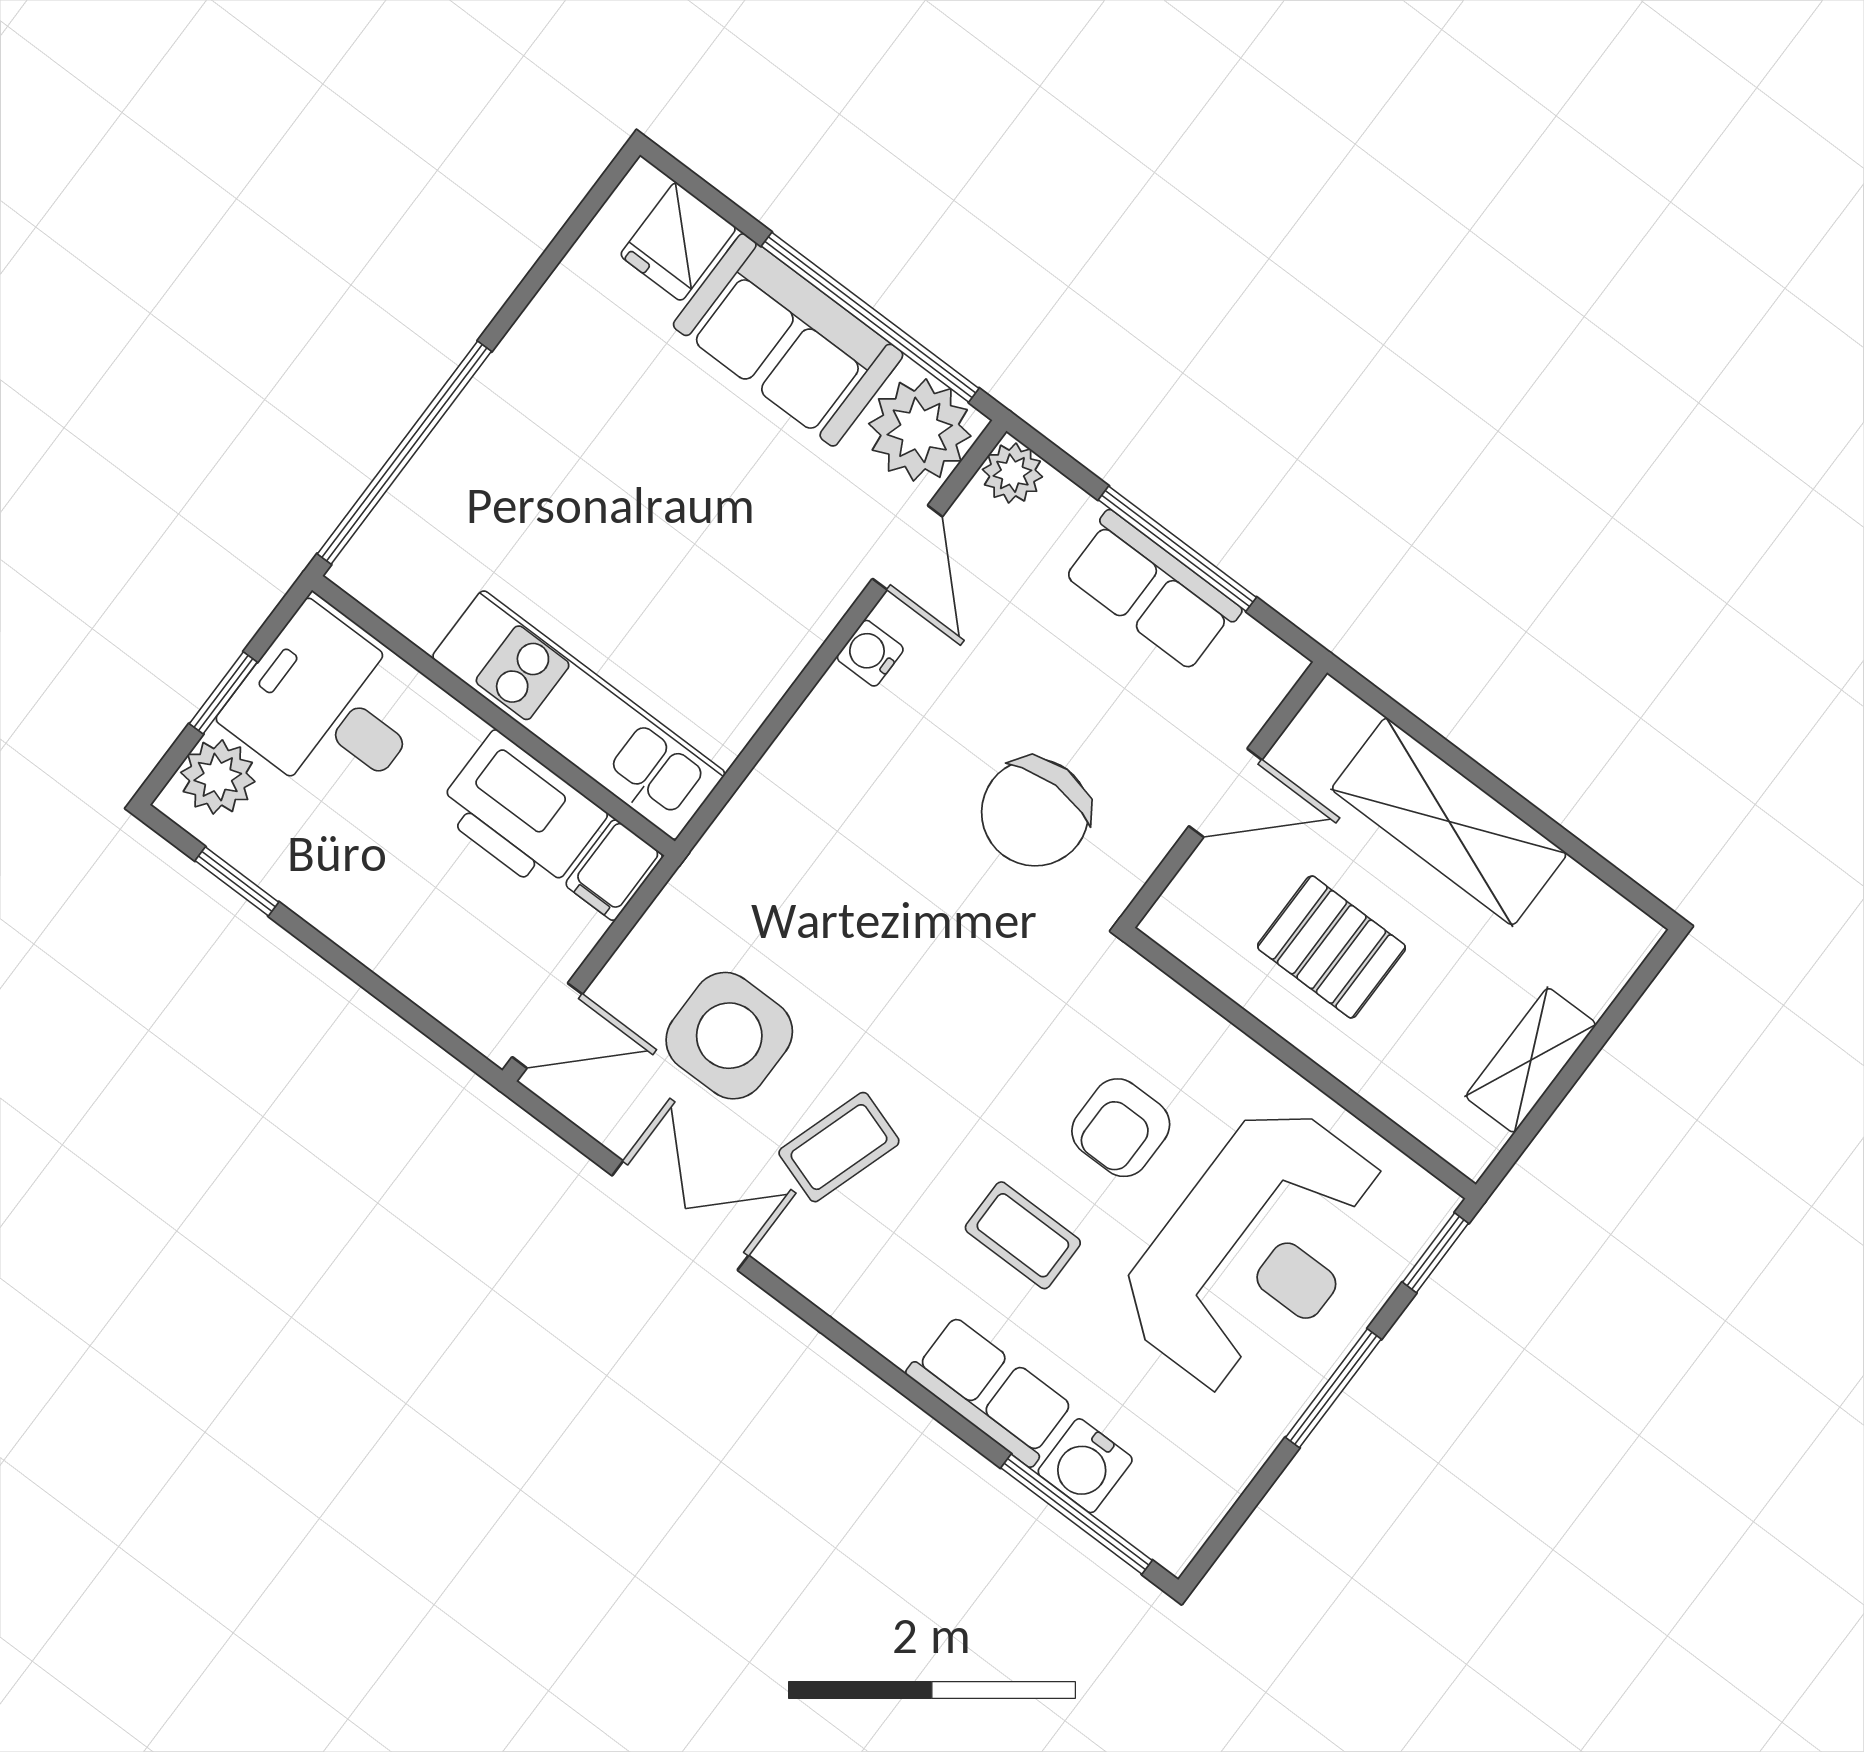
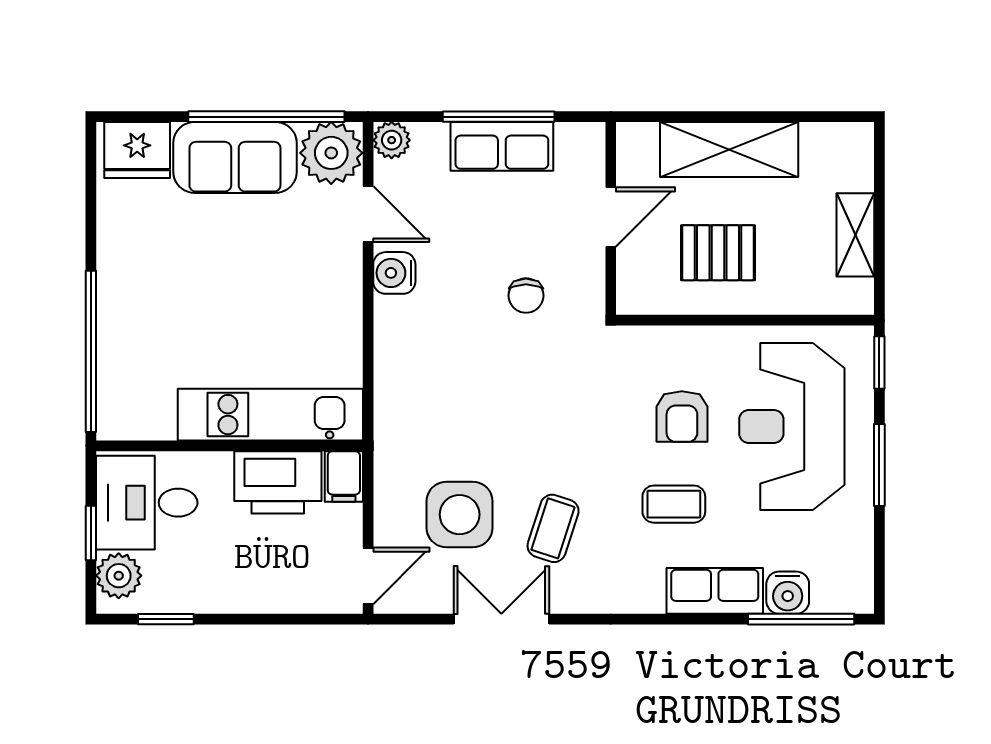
fridge: (678, 242) -> (137, 150), width x1.38
water cooler: (870, 653) -> (394, 273), width x1.38, depth x1.38
chair: (1035, 812) -> (526, 296), width x0.54, depth x0.54
reception desk: (1256, 1250) -> (792, 426), turned 180

